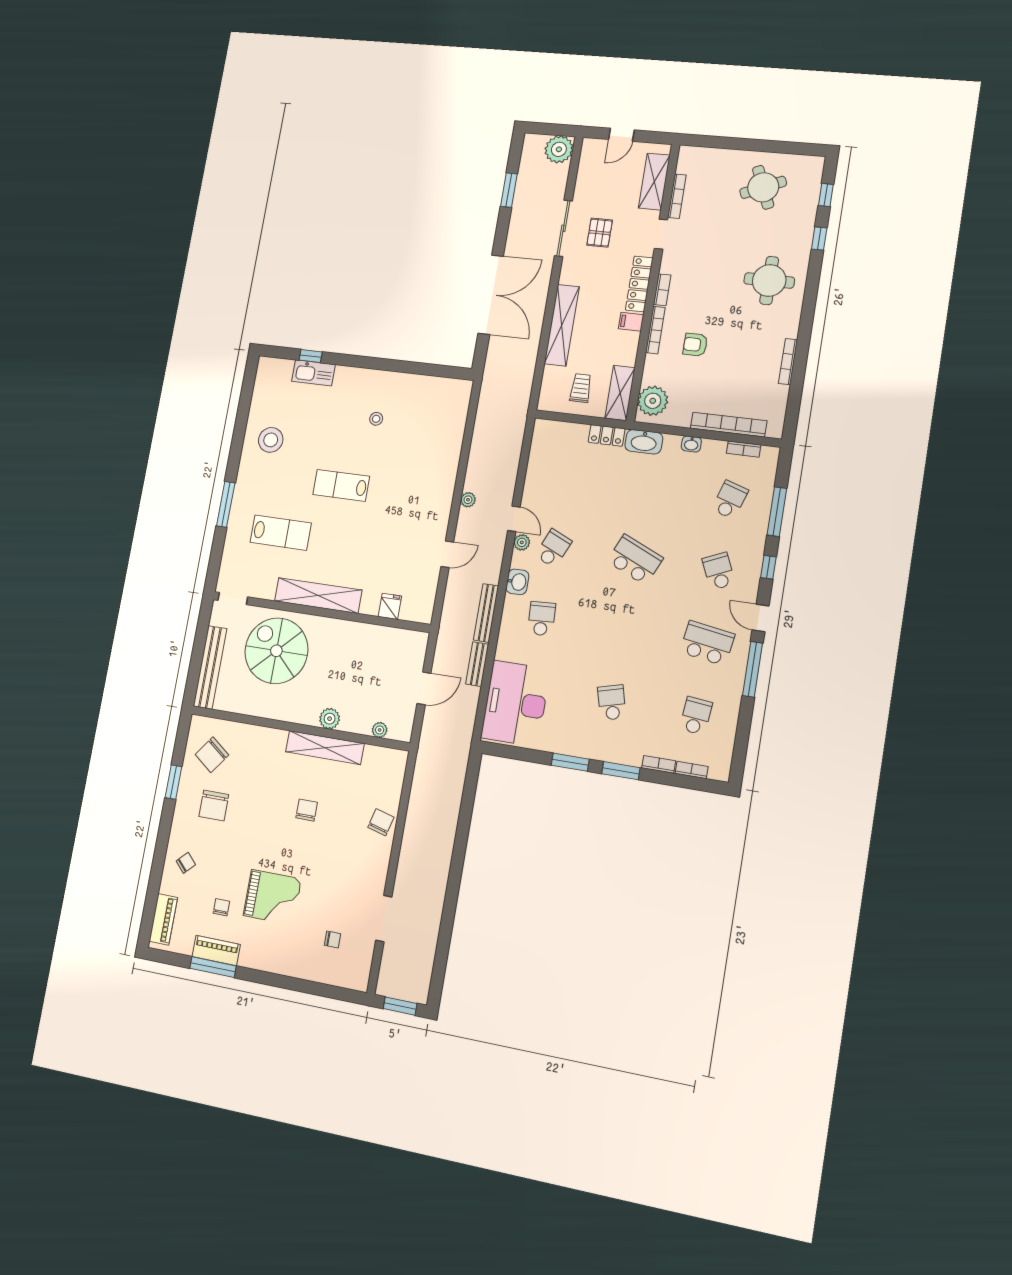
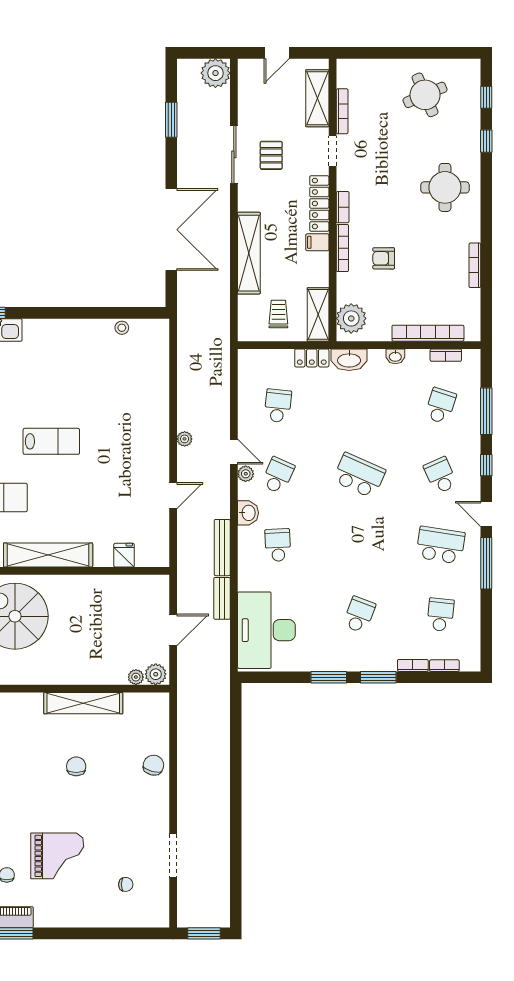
stool: (376, 419) -> (122, 328), moved
school desk: (565, 479) -> (278, 406), added
lab bench: (341, 485) -> (51, 441), turned 180
school desk: (612, 702) -> (359, 615), turned 36
plant: (330, 719) -> (156, 674), moved

